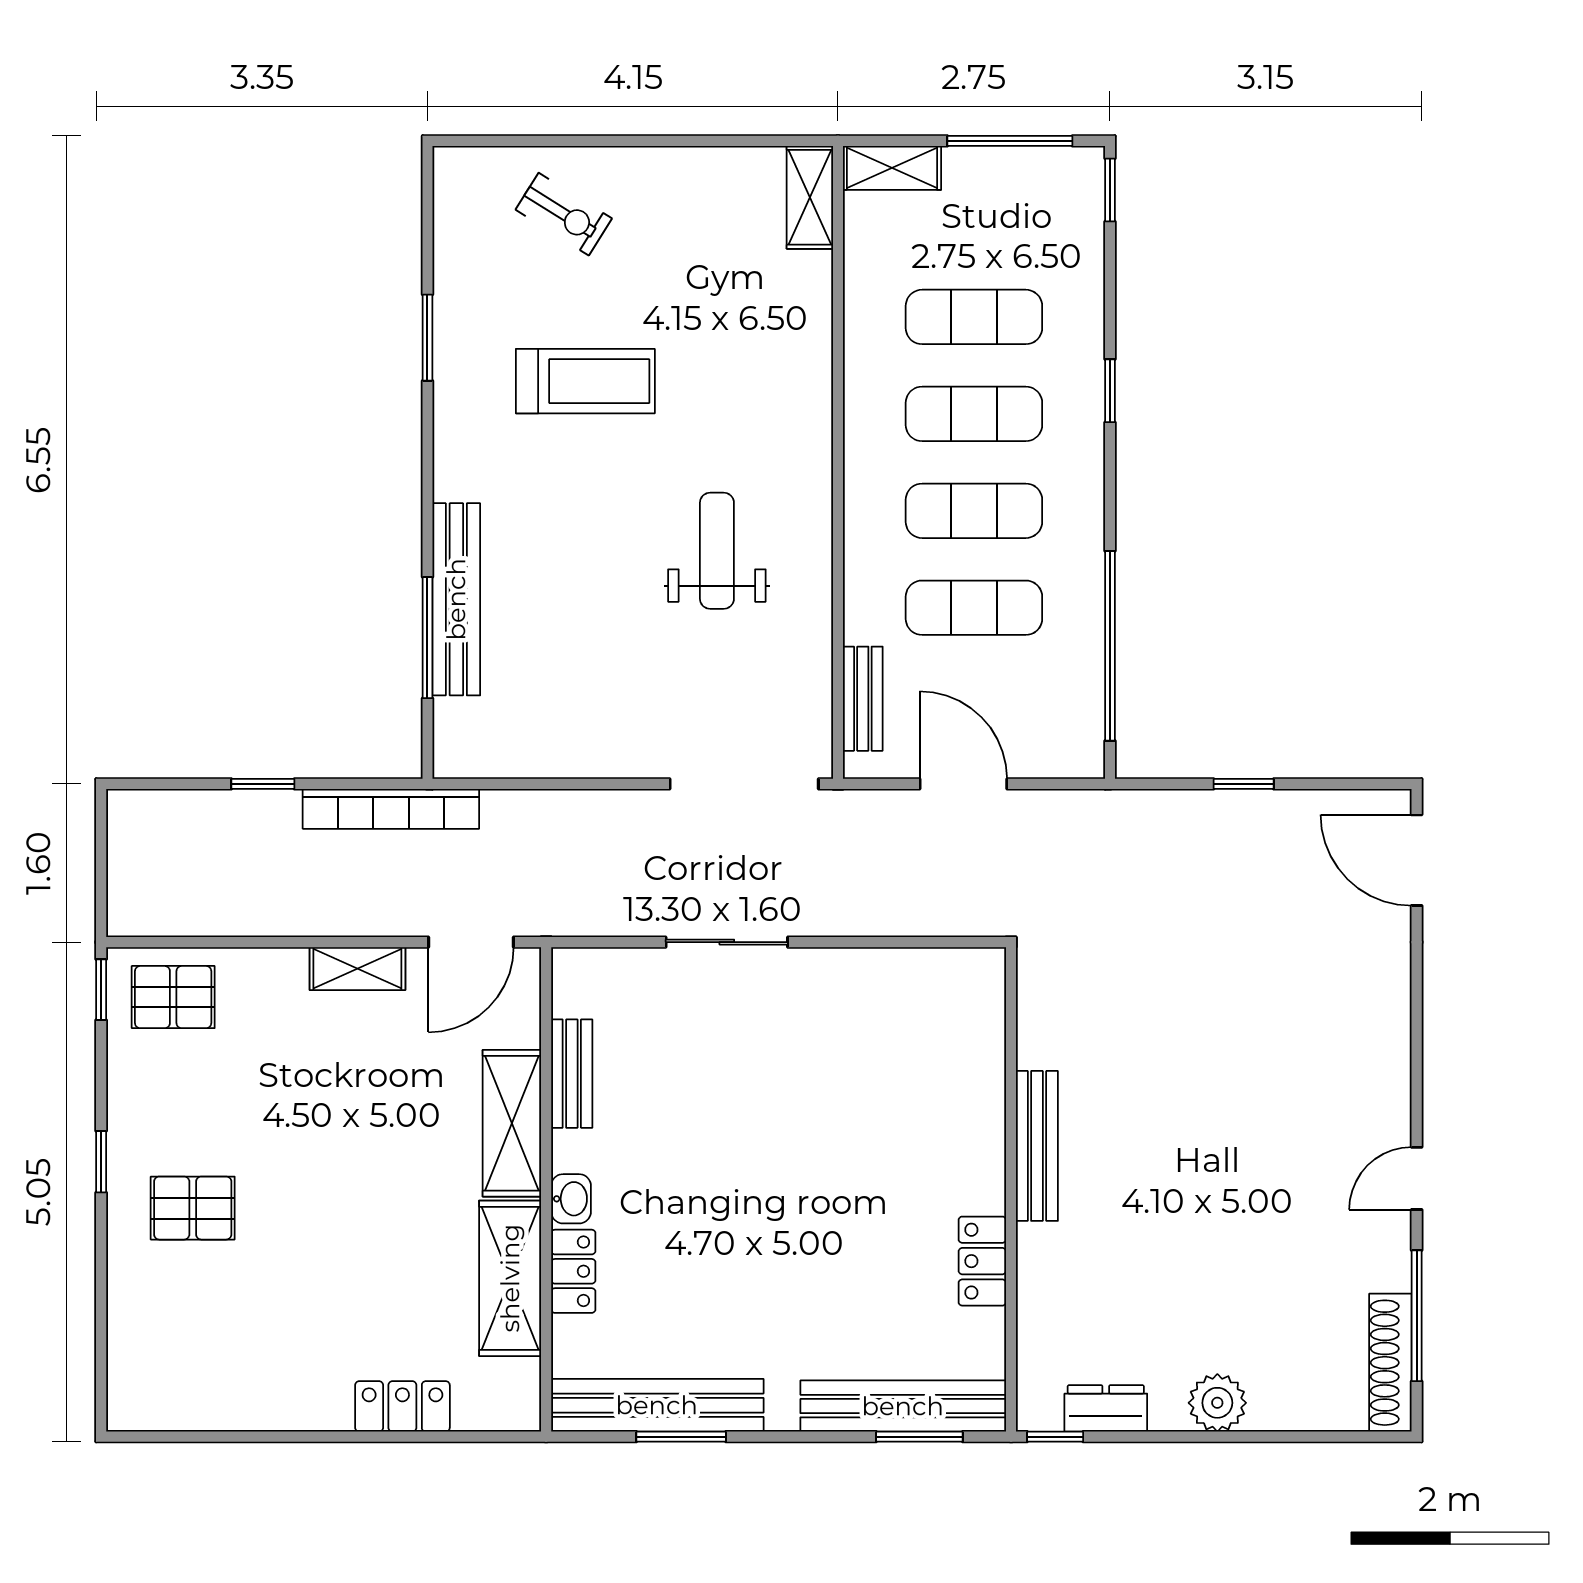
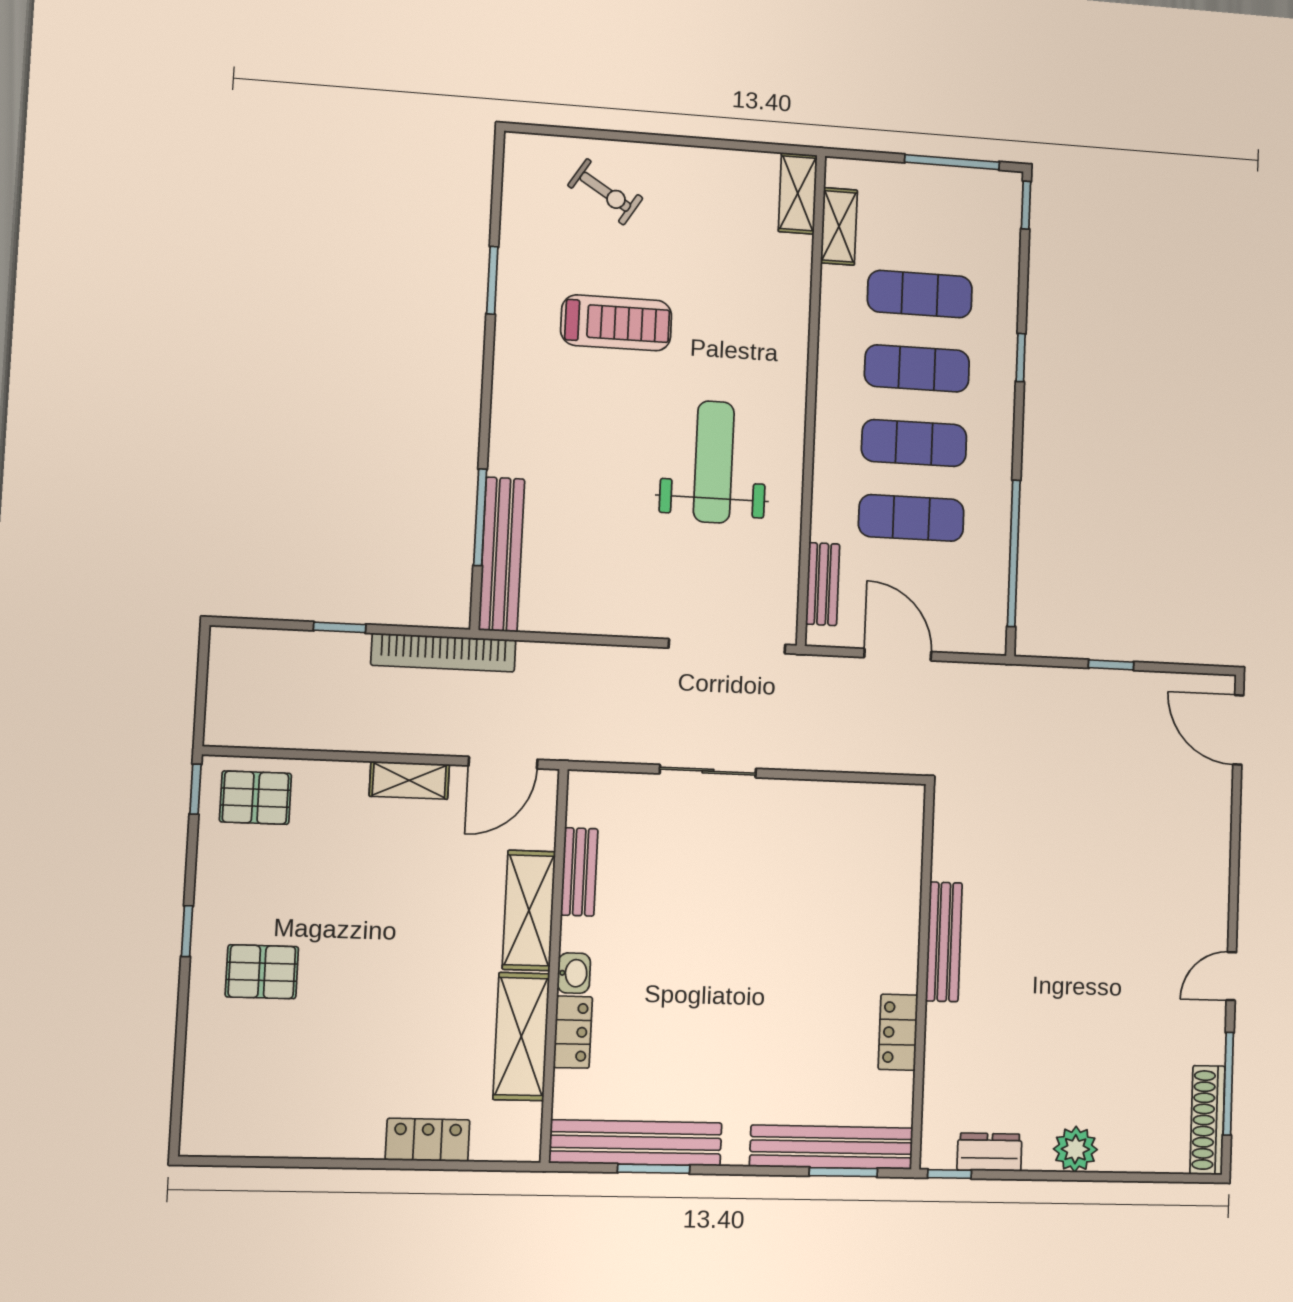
shelving: (892, 168) -> (839, 226), moved, turned 90
weight bench: (717, 551) -> (714, 462), width x1.36, depth x1.33
bench: (456, 599) -> (502, 554), moved

